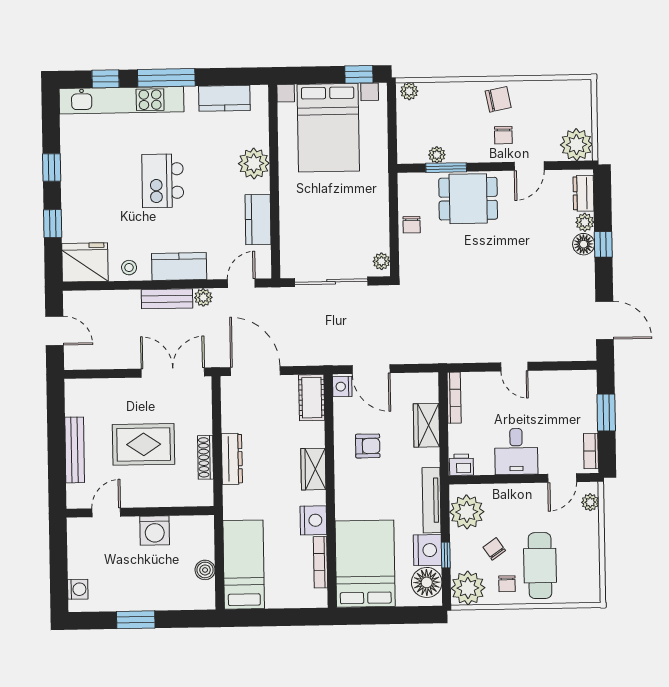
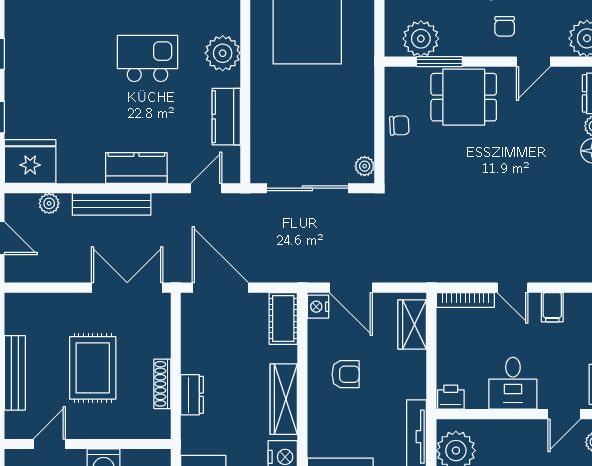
plant: (437, 155) -> (421, 39), width x1.88, depth x1.88
kitchen island: (163, 181) -> (147, 58), moved, turned 90
chair: (412, 225) -> (399, 125), turned -93
stool: (129, 268) -> (80, 168), removed
plant: (203, 297) -> (49, 203), moved
bench: (167, 299) -> (112, 204), width x1.36
filing cabinet: (550, 383) -> (552, 307), added
bookcase: (454, 398) -> (465, 300), moved, turned 90
wardrobe: (426, 425) -> (412, 324), moved
rug: (144, 444) -> (93, 368), turned 90
dresser: (232, 459) -> (192, 395), width x0.70
wardrobe: (313, 469) -> (284, 399), width x1.50

